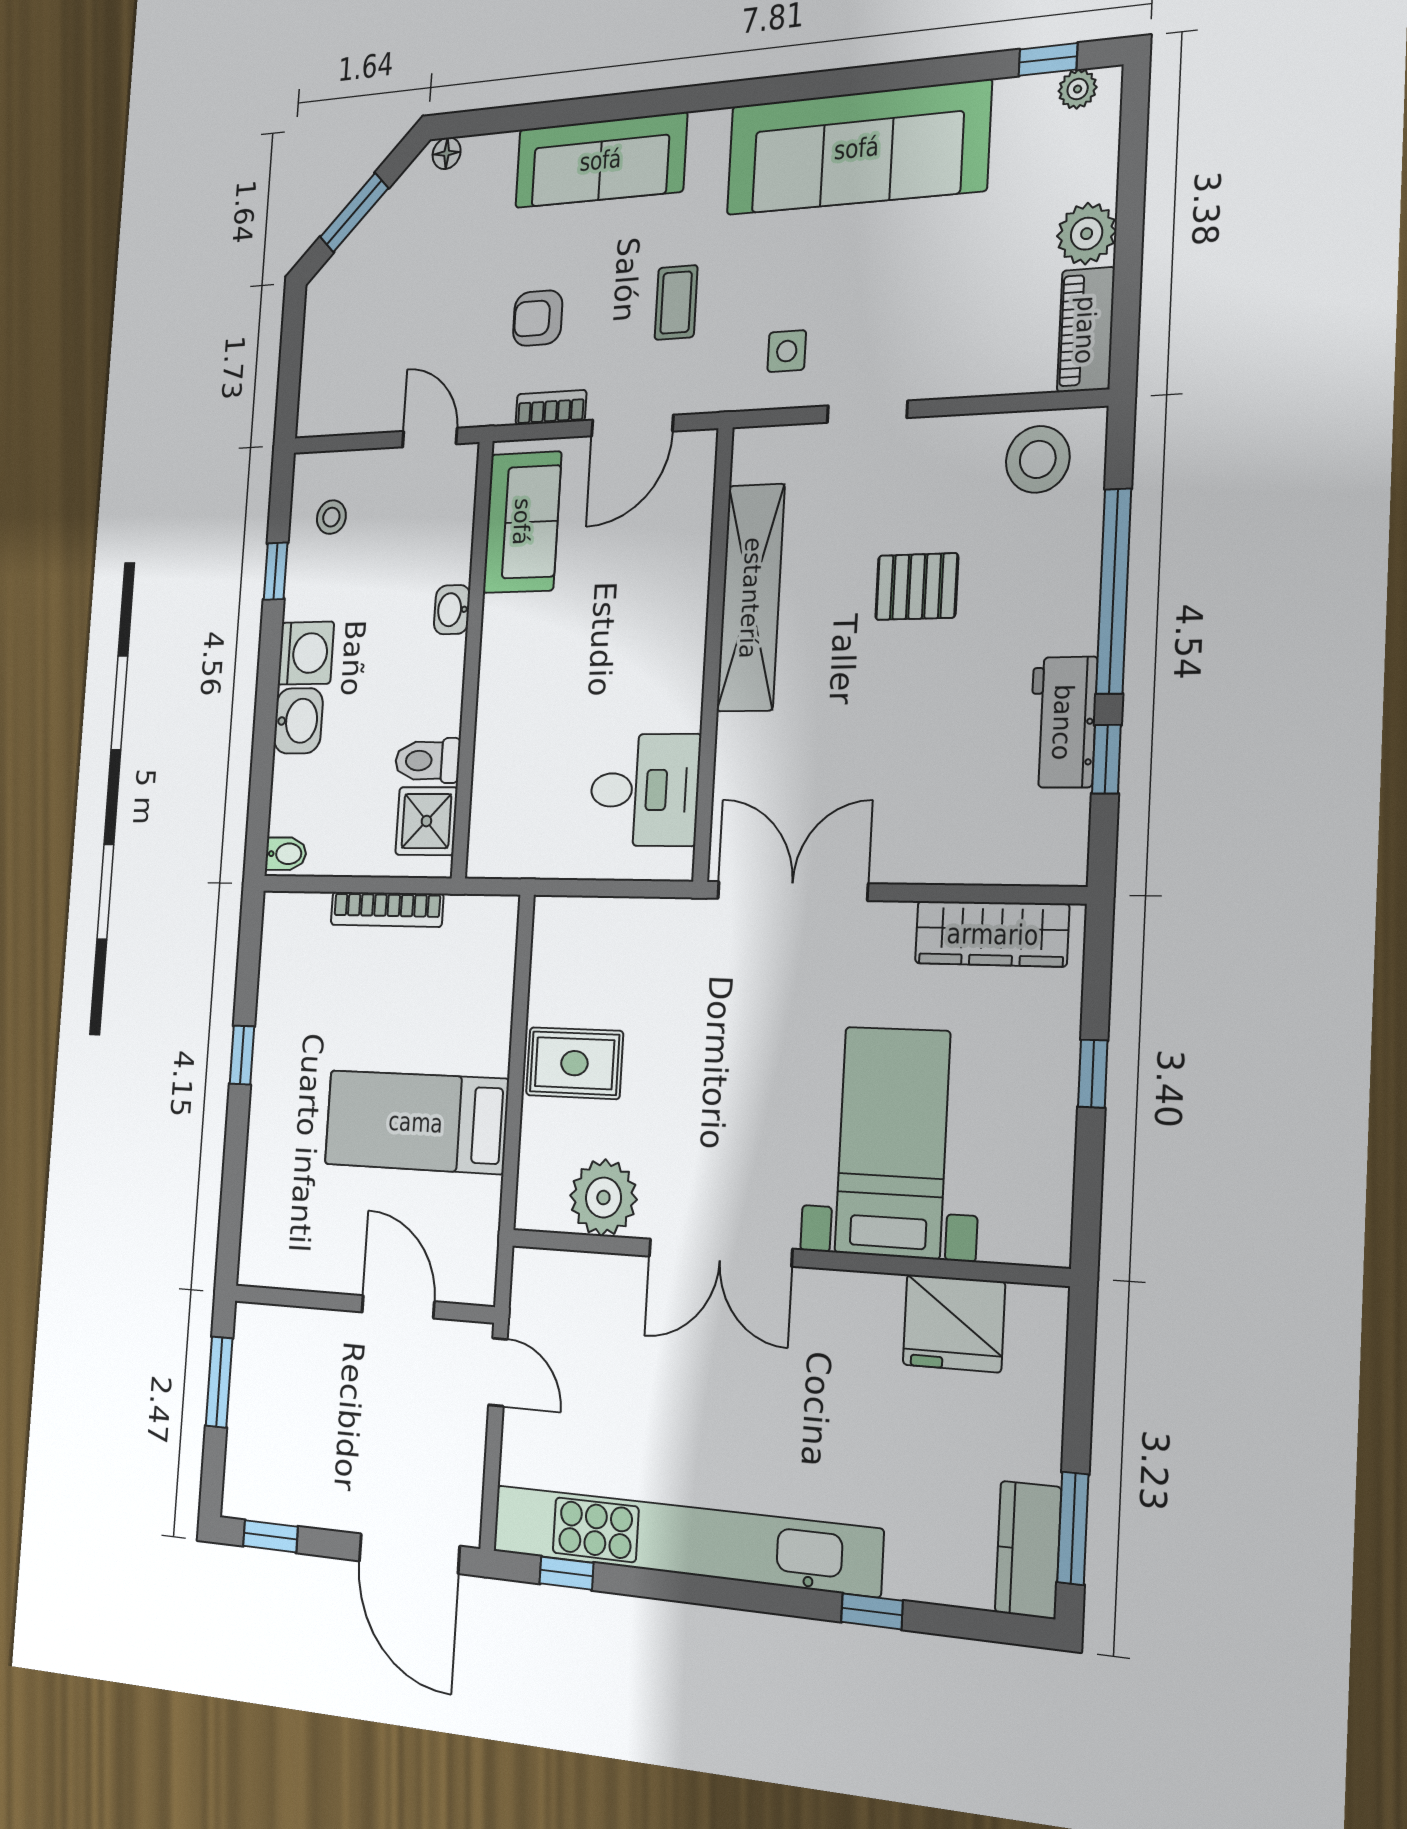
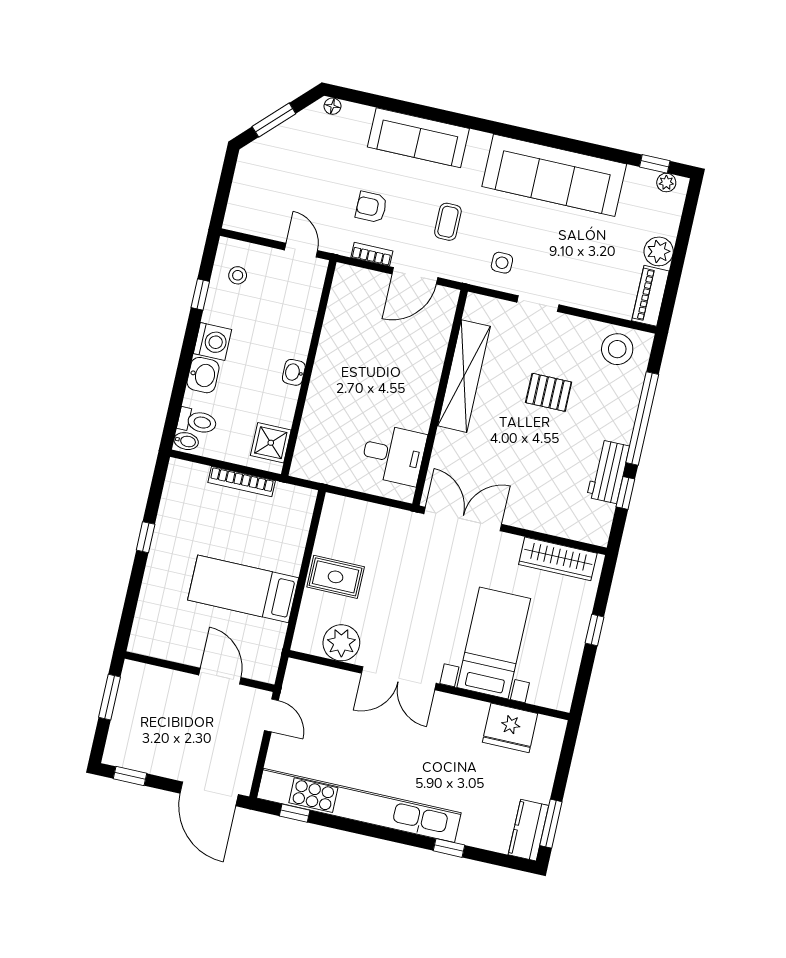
sofa: (522, 522) -> (347, 307), removed
washbasin: (452, 610) -> (294, 372), moved
toilet: (428, 761) -> (197, 421), moved, turned 180

